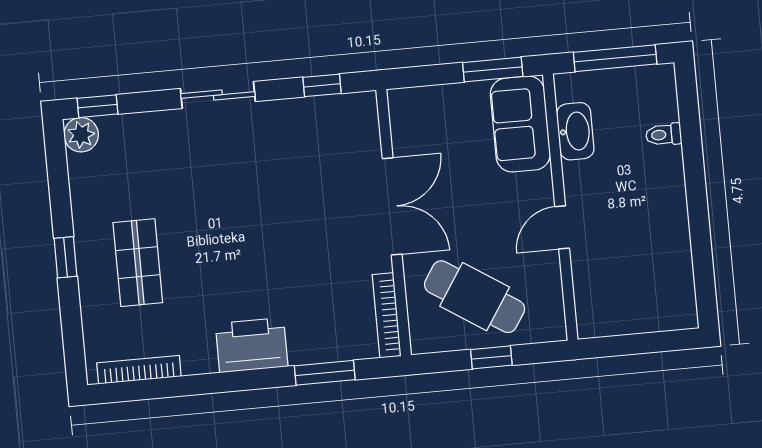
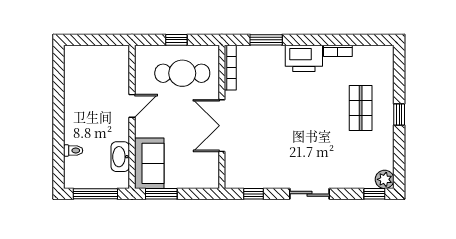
cafe table: (475, 297) -> (182, 73), turned -33
bookcase: (139, 370) -> (338, 51), moved, width x0.64

